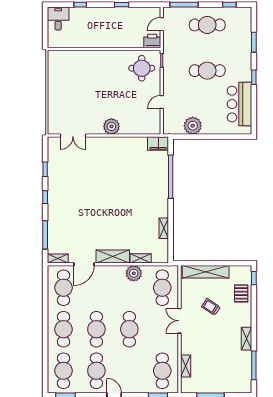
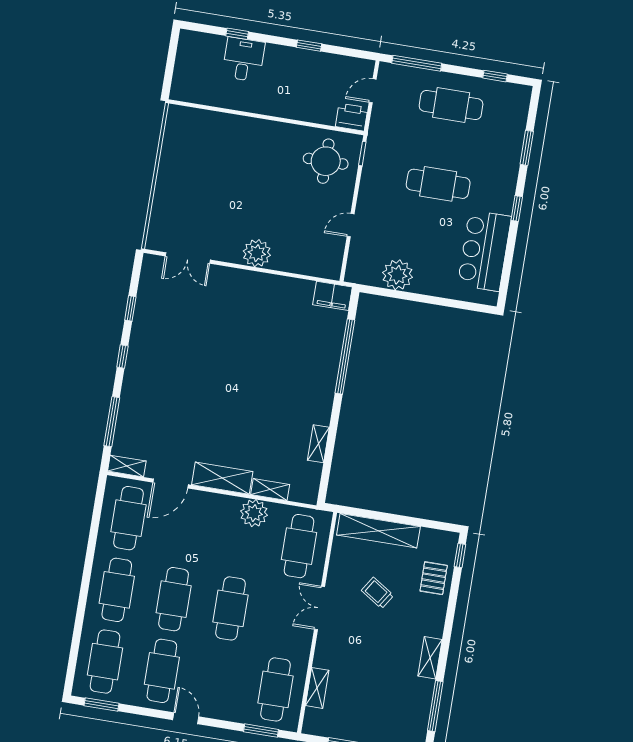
desk: (58, 18) -> (243, 59), moved

